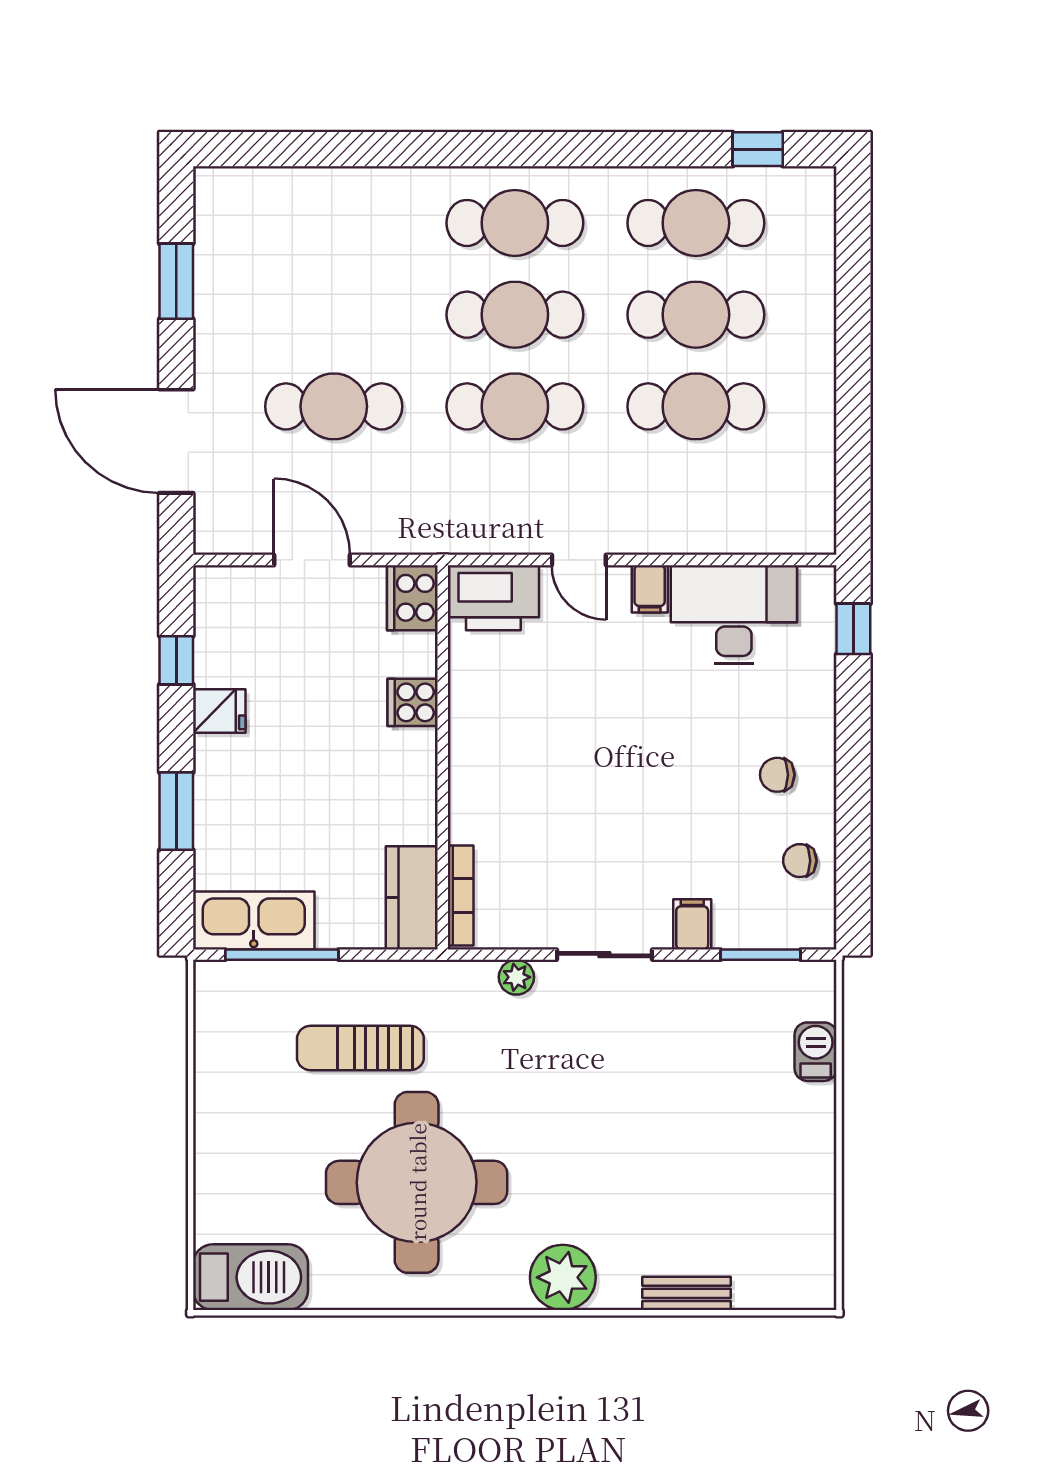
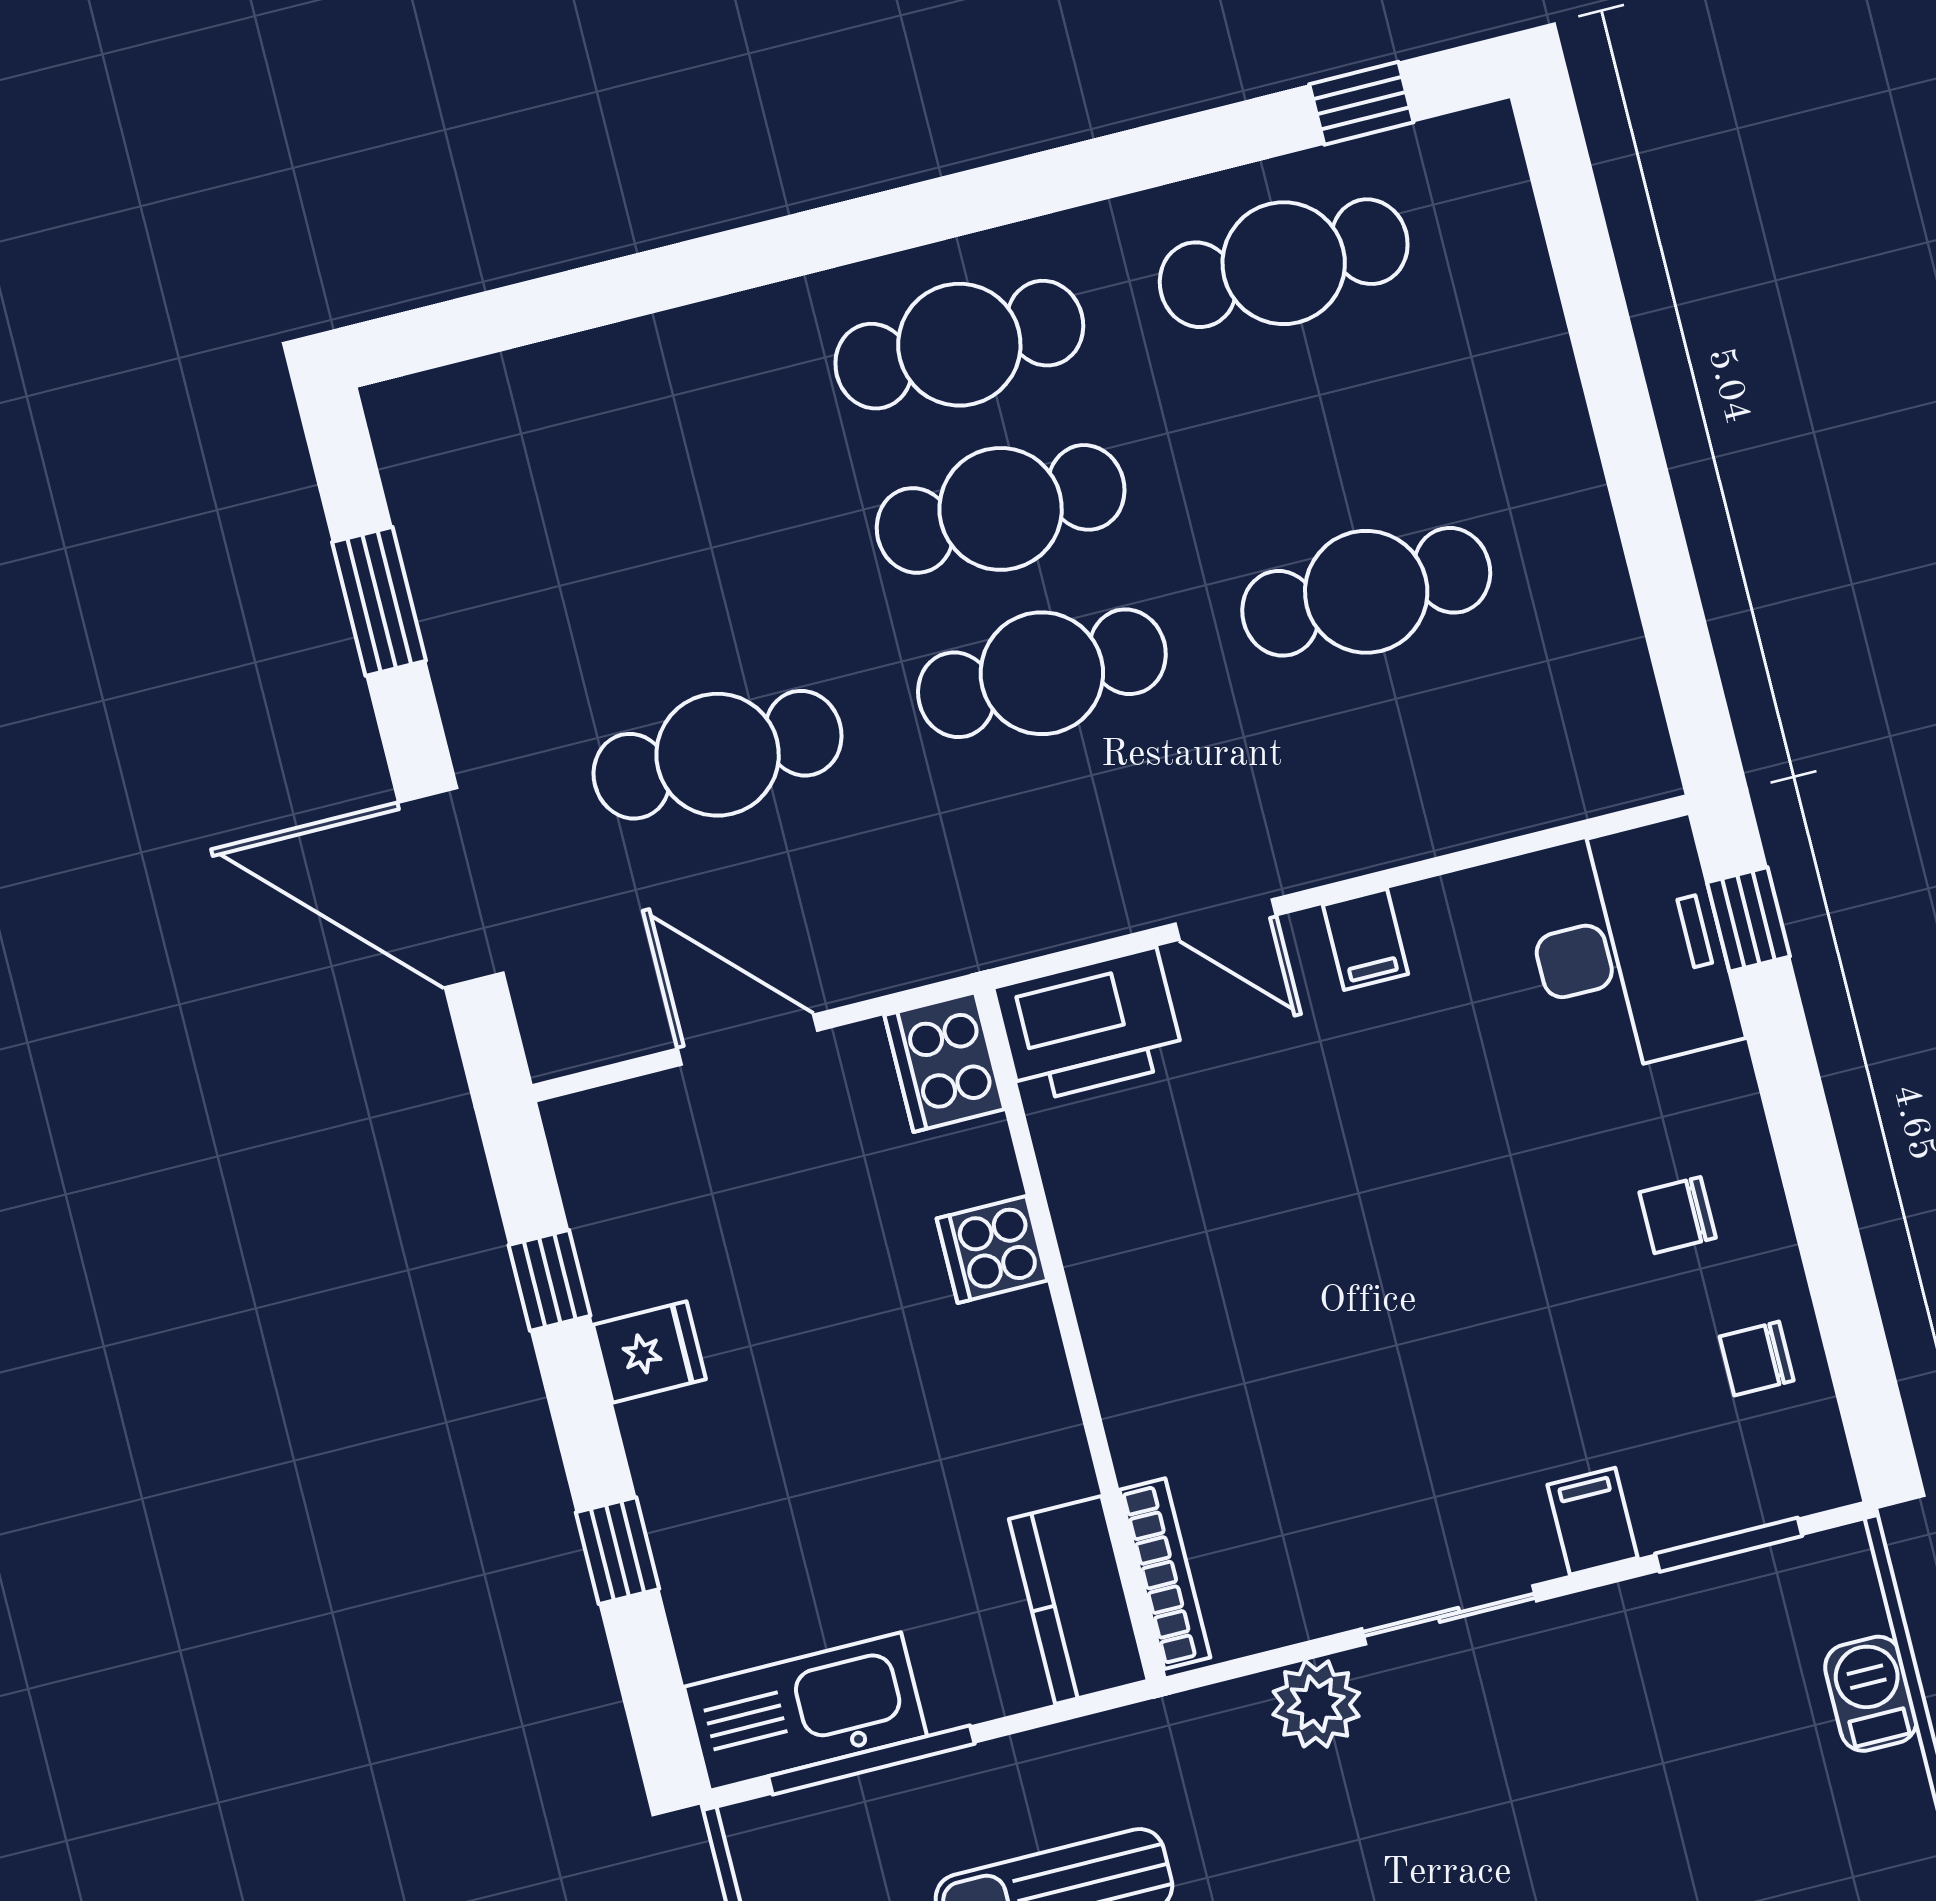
cafe table: (696, 315) -> (1325, 427), removed
desk: (734, 614) -> (1629, 948), moved, turned 90
window: (176, 811) -> (617, 1551), width x0.67
plant: (516, 977) -> (1316, 1704), width x1.38, depth x1.38

